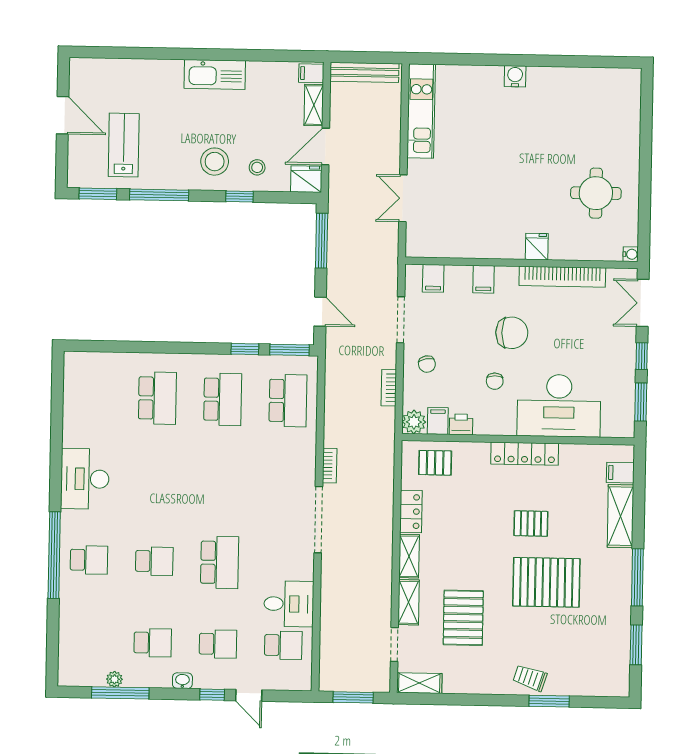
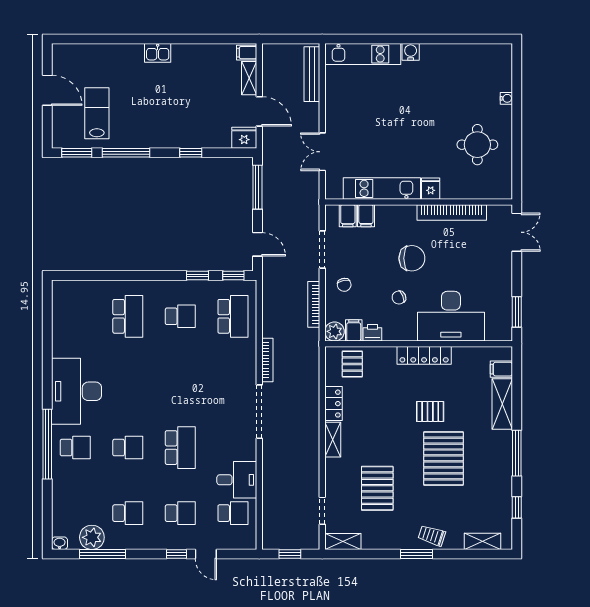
bench: (364, 72) -> (312, 74), moved, turned 90
kitchen sink: (215, 74) -> (158, 53), width x0.53, depth x0.81
kitchen unit: (421, 111) -> (363, 54), moved, turned 90
door: (326, 146) -> (259, 111), swing flipped
stool: (215, 162) -> (170, 125), removed
stool: (257, 167) -> (204, 129), removed
kitchen unit: (476, 245) -> (382, 188), added
water cooler: (631, 254) -> (506, 98), moved
filing cabinet: (483, 279) -> (366, 216), moved
double door: (643, 303) -> (517, 232), swing flipped
window: (289, 350) -> (233, 275), width x0.67
window: (642, 356) -> (517, 275), removed
chair: (495, 381) -> (399, 297), turned 67
bookcase: (389, 388) -> (314, 304), width x1.56
school desk: (223, 399) -> (180, 316), width x0.54
pallet: (435, 463) -> (352, 364), turned 90
bookcase: (330, 466) -> (267, 360), width x1.56
desk: (85, 479) -> (76, 391), width x1.36, depth x1.30
pallet: (546, 582) -> (444, 458), turned 90
shelving: (409, 602) -> (483, 541), moved, turned 90
window: (636, 645) -> (517, 507), width x0.67
plant: (114, 679) -> (92, 537), width x1.87, depth x1.87
washbasin: (182, 681) -> (60, 543), moved
window: (353, 697) -> (290, 554), width x0.67
window: (549, 701) -> (417, 554), moved

